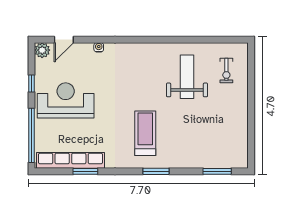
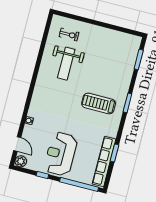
weight bench: (187, 77) -> (66, 64), turned -90

